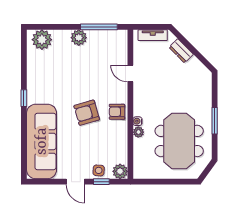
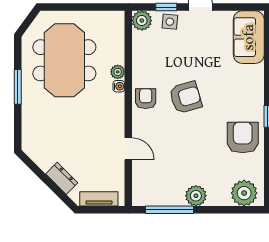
armchair: (43, 82) -> (243, 137), added
armchair: (117, 112) -> (146, 99), turned -90
sofa: (42, 141) -> (249, 37), width x0.54, depth x0.79

